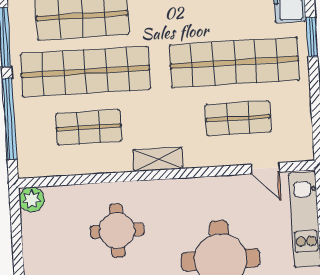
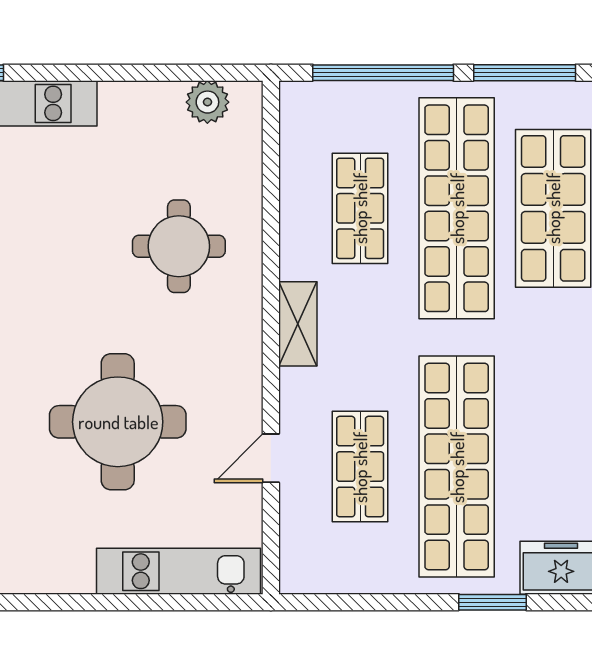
door: (265, 168) -> (271, 458), moved
plant: (32, 200) -> (207, 102), moved

